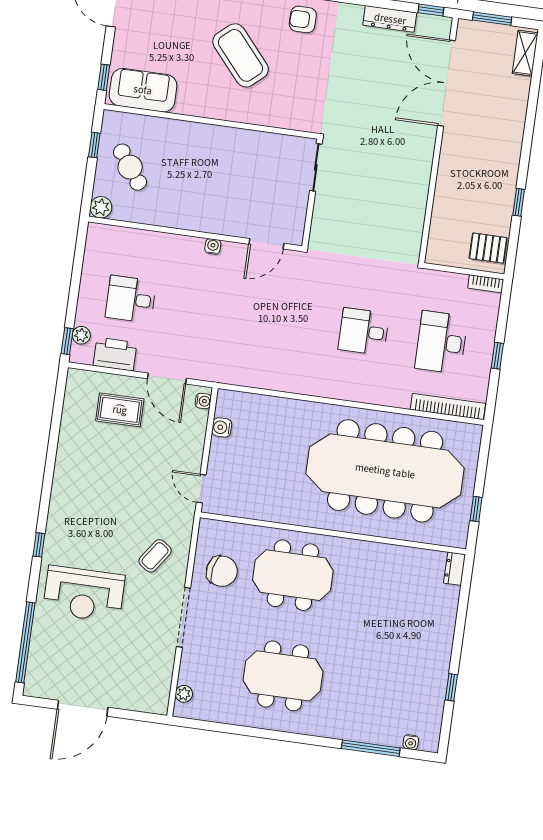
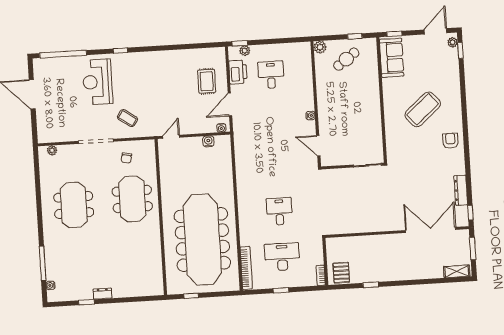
dresser: (455, 569) -> (102, 294), moved
chair: (222, 571) -> (126, 158), width x0.54, depth x0.54

